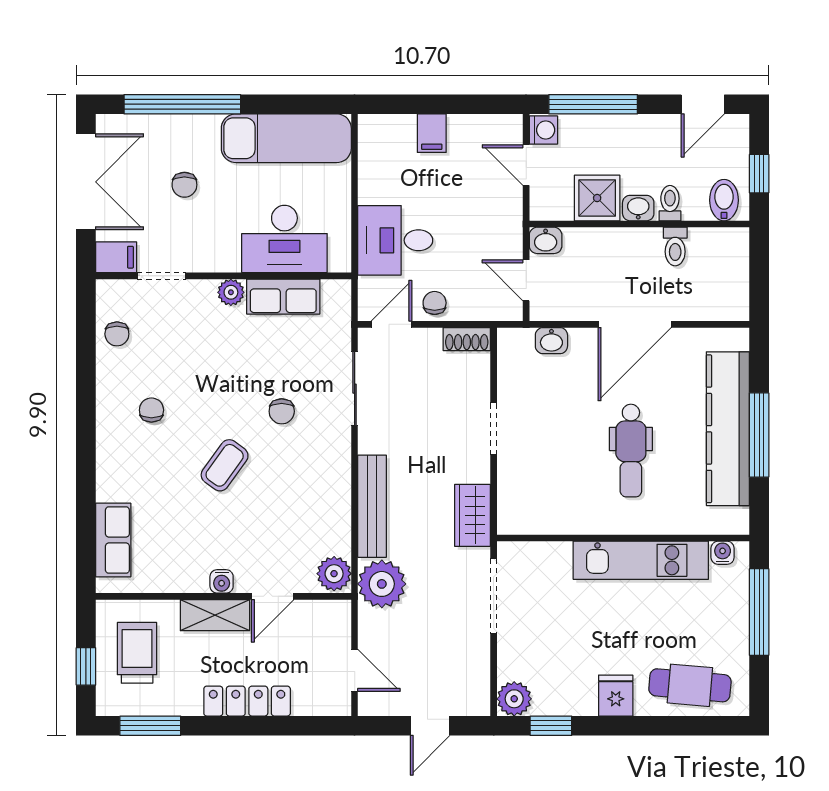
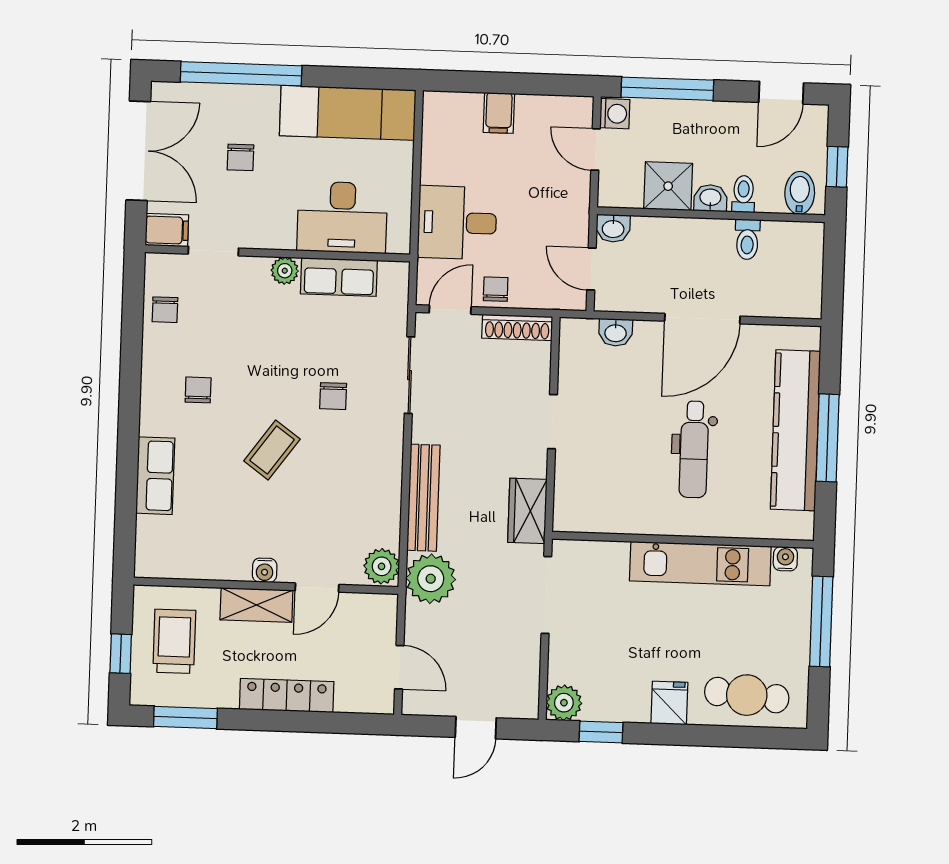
shoe rack: (467, 339) -> (517, 327), width x1.43
row of seats: (113, 540) -> (155, 476), moved

